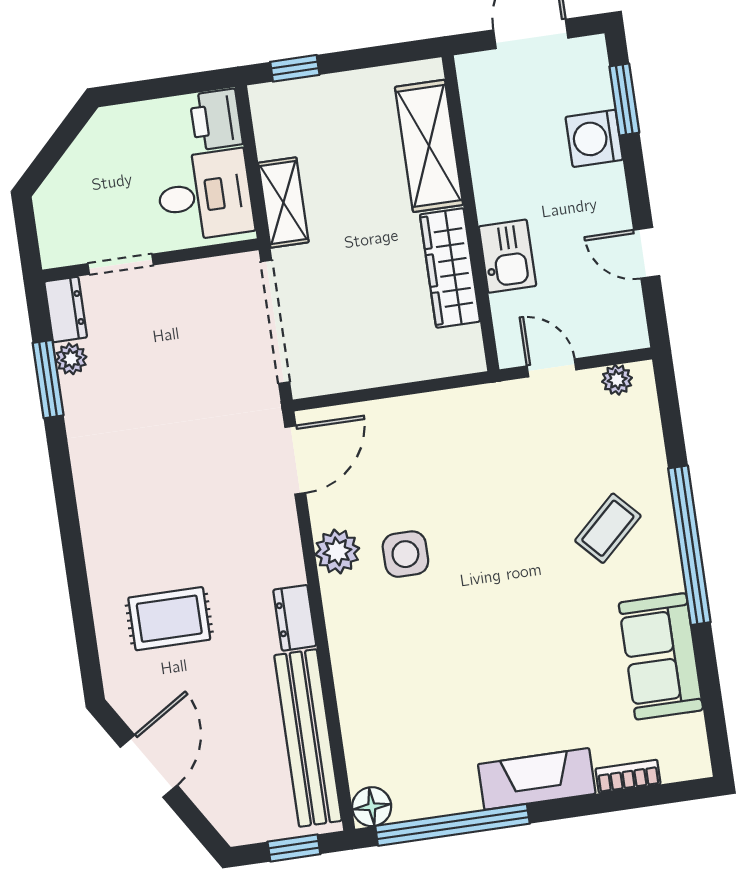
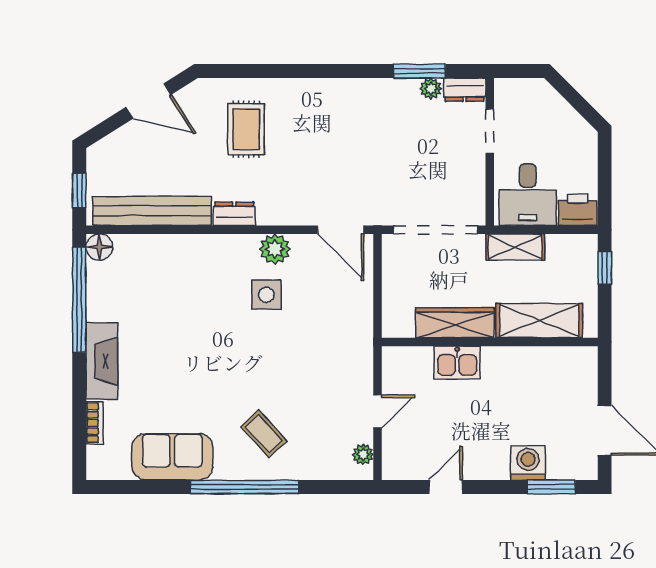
shelving: (429, 146) -> (539, 321), moved
wall: (470, 213) -> (490, 342), moved
kitchen sink: (507, 256) -> (457, 363), moved
wardrobe: (450, 268) -> (455, 323), moved

